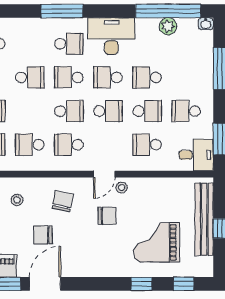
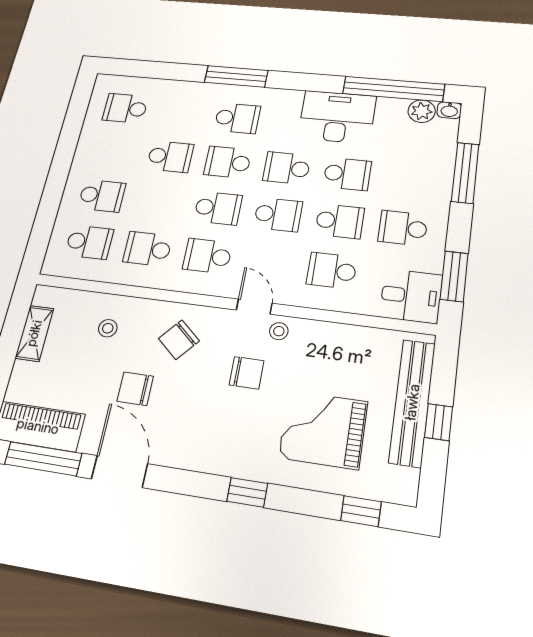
plant: (168, 26) -> (422, 111), moved
desk: (111, 36) -> (337, 117), moved
school desk: (147, 77) -> (347, 174), turned 180
door: (104, 174) -> (254, 307), swing flipped
chair: (63, 201) -> (179, 340), turned -151
door: (45, 284) -> (120, 471), hinge flipped
window: (142, 284) -> (247, 492), moved

